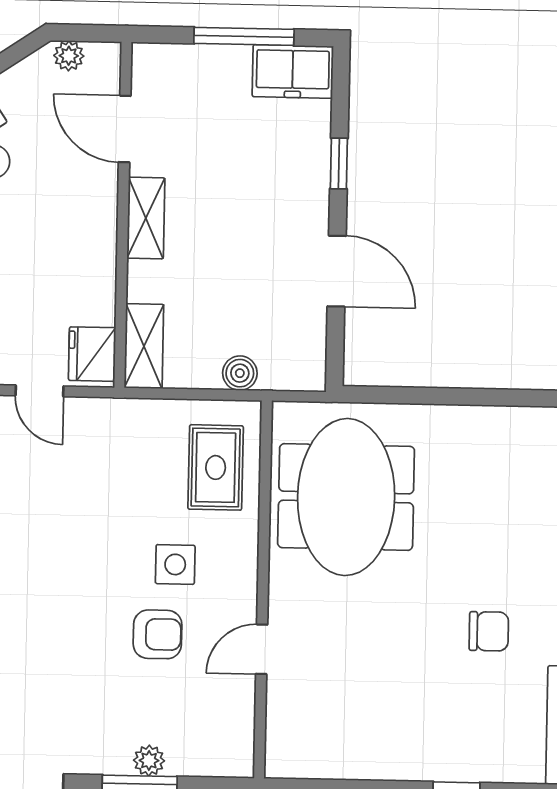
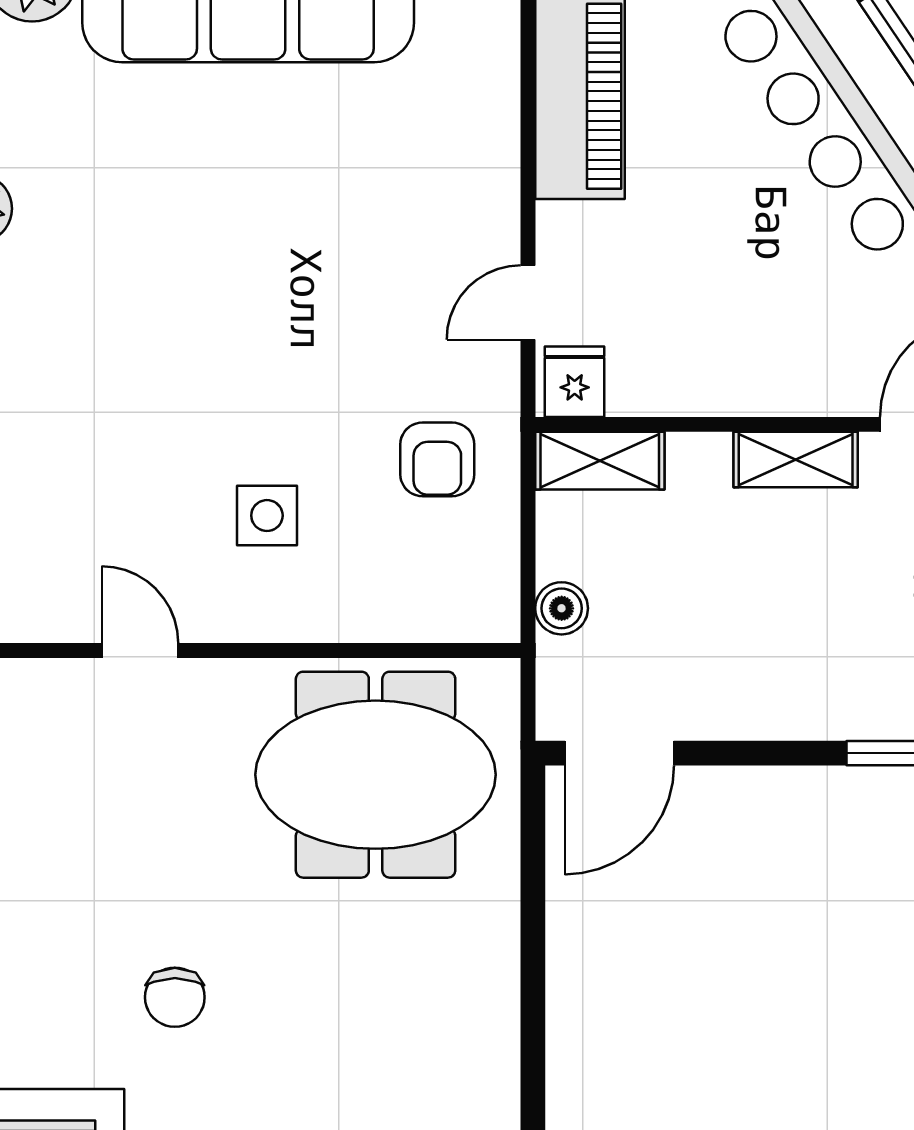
door: (337, 271) -> (619, 753), moved
fridge: (92, 354) -> (575, 382), width x0.72
rug: (216, 467) -> (417, 574), removed
armchair: (158, 634) -> (437, 459), moved

